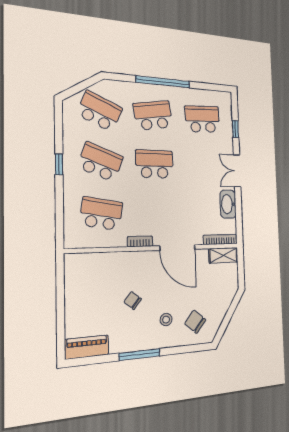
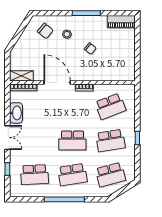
school desk: (100, 111) -> (110, 175), turned -39
school desk: (100, 162) -> (110, 140), turned -30
school desk: (101, 214) -> (110, 106), turned -30

